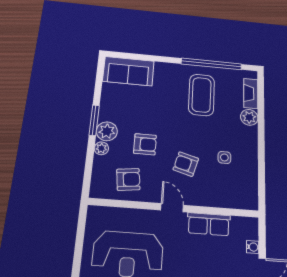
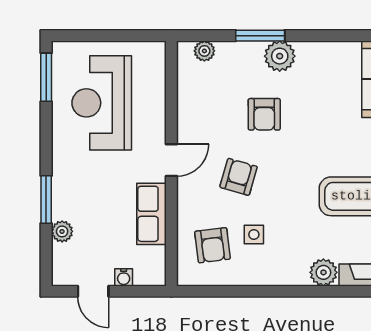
window: (94, 120) -> (260, 36), moved
plant: (101, 148) -> (204, 51), moved
armchair: (128, 179) -> (213, 245), moved

